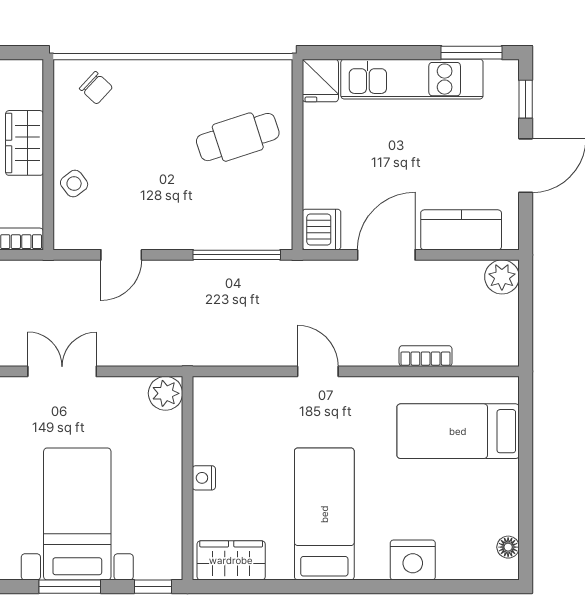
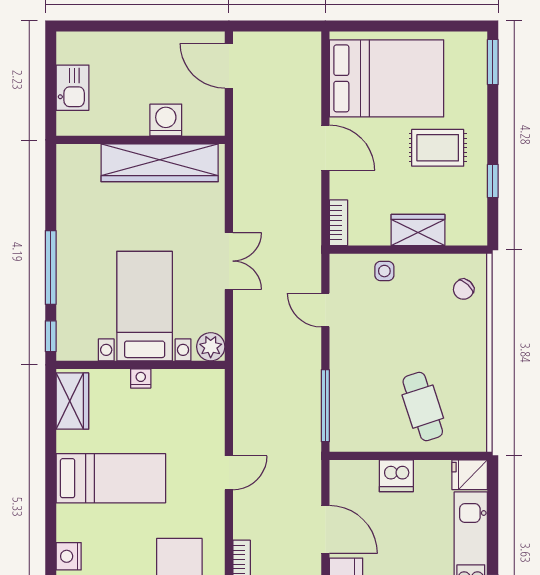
side table: (74, 184) -> (384, 271), turned 37
dishwasher: (321, 230) -> (396, 476), moved
bed with nightstands: (77, 514) -> (145, 306), moved, turned -90
nightstand: (413, 560) -> (69, 556), width x0.74, depth x0.75
window: (70, 587) -> (51, 267), width x1.44

